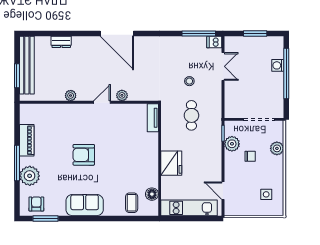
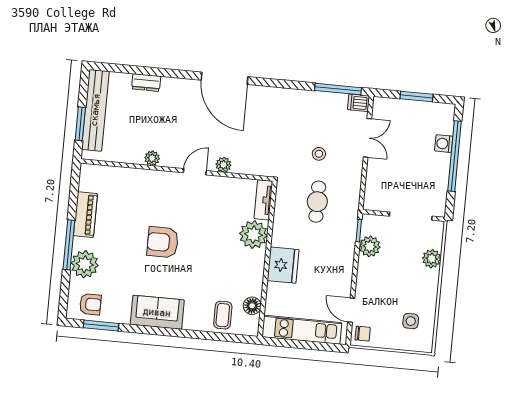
plant: (148, 143) -> (253, 235), added
chair: (250, 156) -> (363, 334), moved
armchair: (36, 204) -> (90, 304), turned 90

